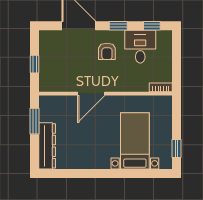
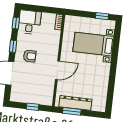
desk: (140, 47) -> (29, 22), moved, turned 90
door: (91, 94) -> (58, 70), hinge flipped
dresser: (47, 146) -> (75, 103), moved

